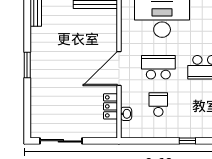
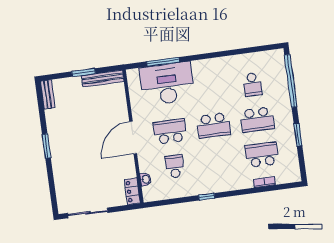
locker: (110, 106) -> (132, 191), moved

